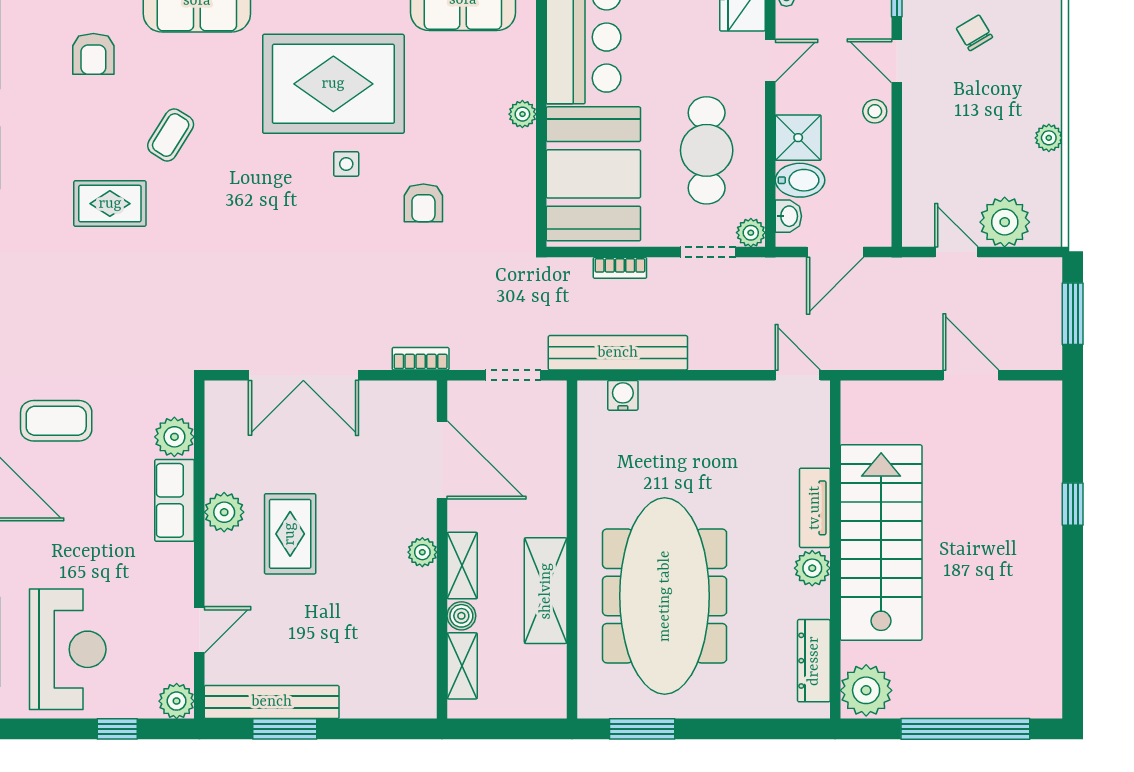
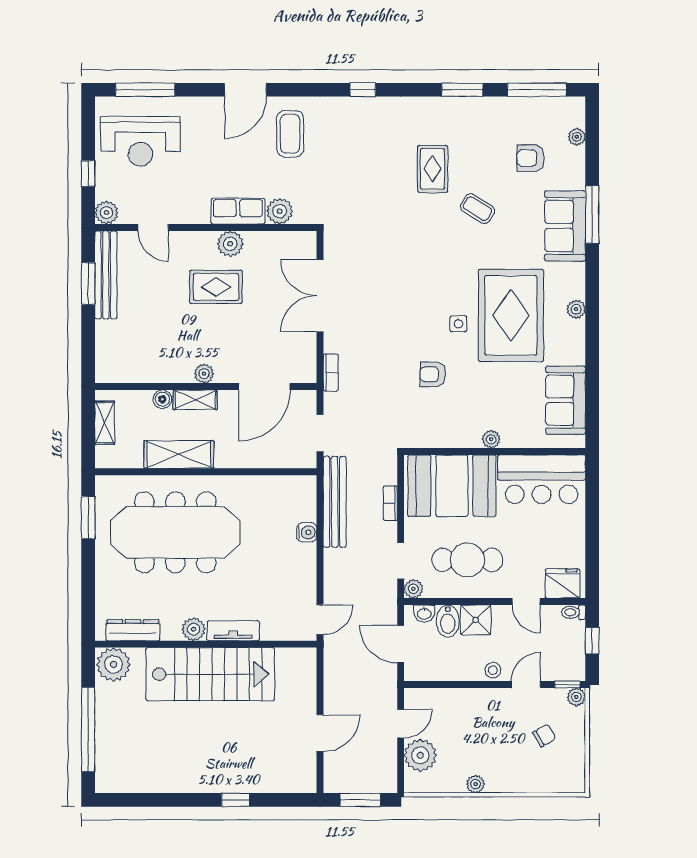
water cooler: (623, 395) -> (307, 532), moved
shelving: (462, 666) -> (105, 423), moved, turned 90

